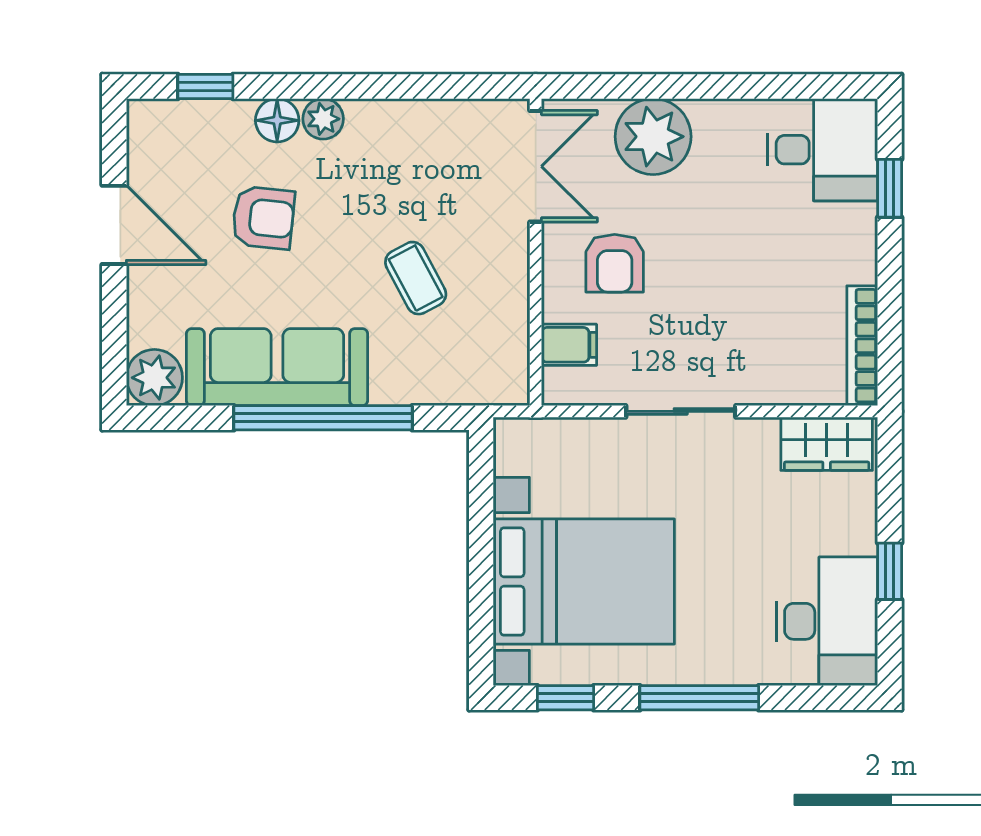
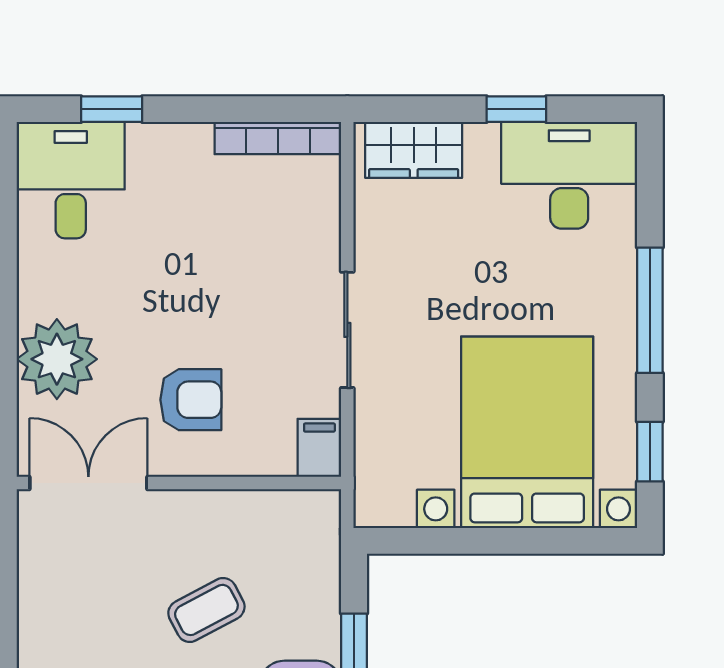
filing cabinet: (569, 345) -> (319, 448), moved
wardrobe: (827, 444) -> (414, 150), moved, turned 90

